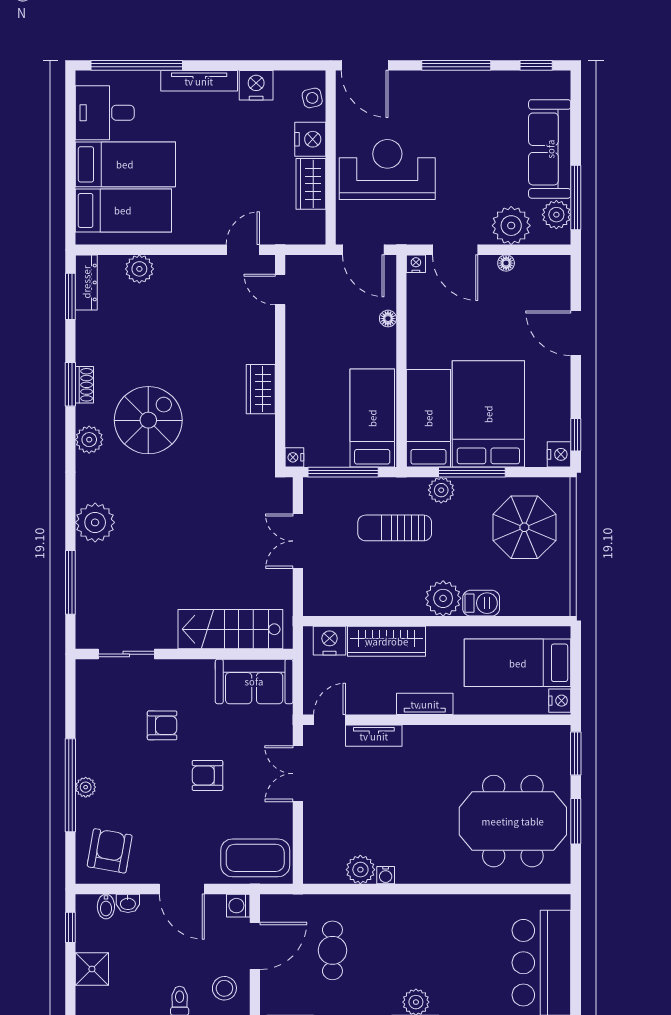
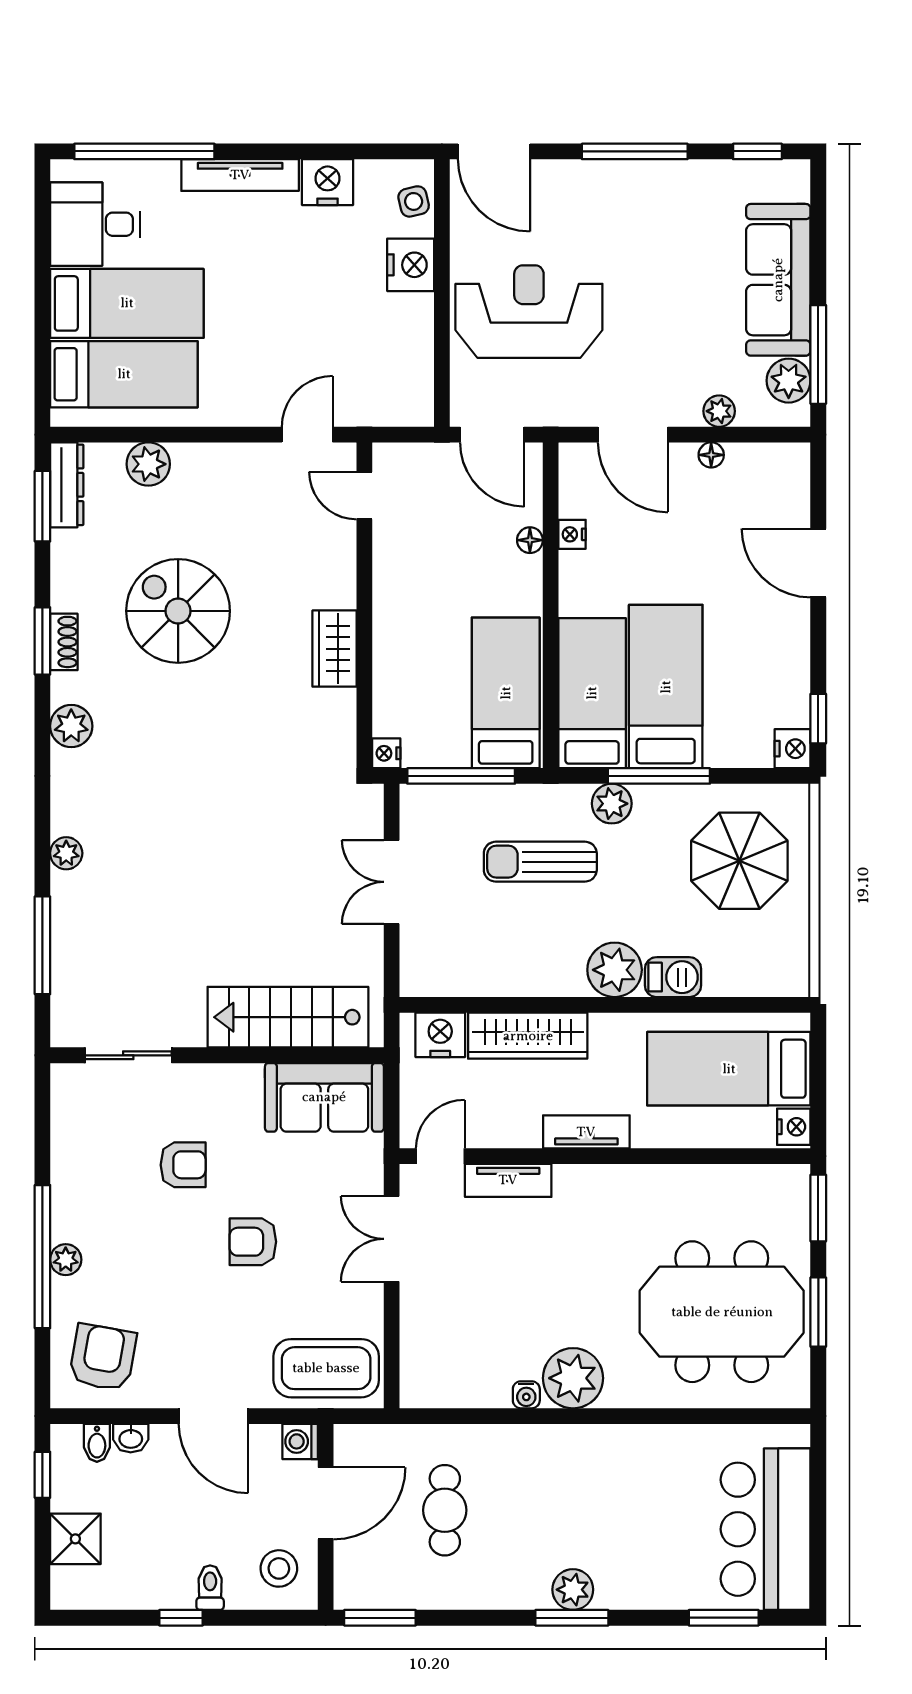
wardrobe: (311, 184) -> (411, 333), removed
plant: (511, 226) -> (719, 411), width x0.53, depth x0.53
nightstand: (416, 264) -> (572, 534), moved, turned -90
bed: (488, 414) -> (666, 687), width x0.67
spiral stairs: (148, 420) -> (178, 611), moved, turned -90
plant: (95, 522) -> (66, 853), width x0.53, depth x0.53
plant: (360, 870) -> (573, 1378), moved, width x1.36, depth x1.36

